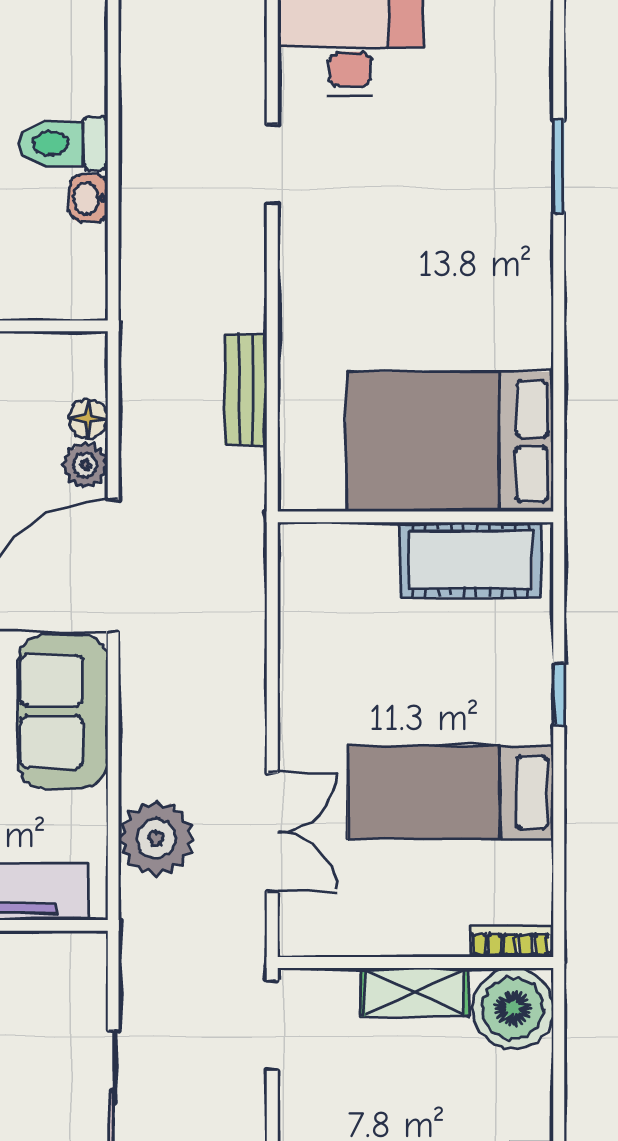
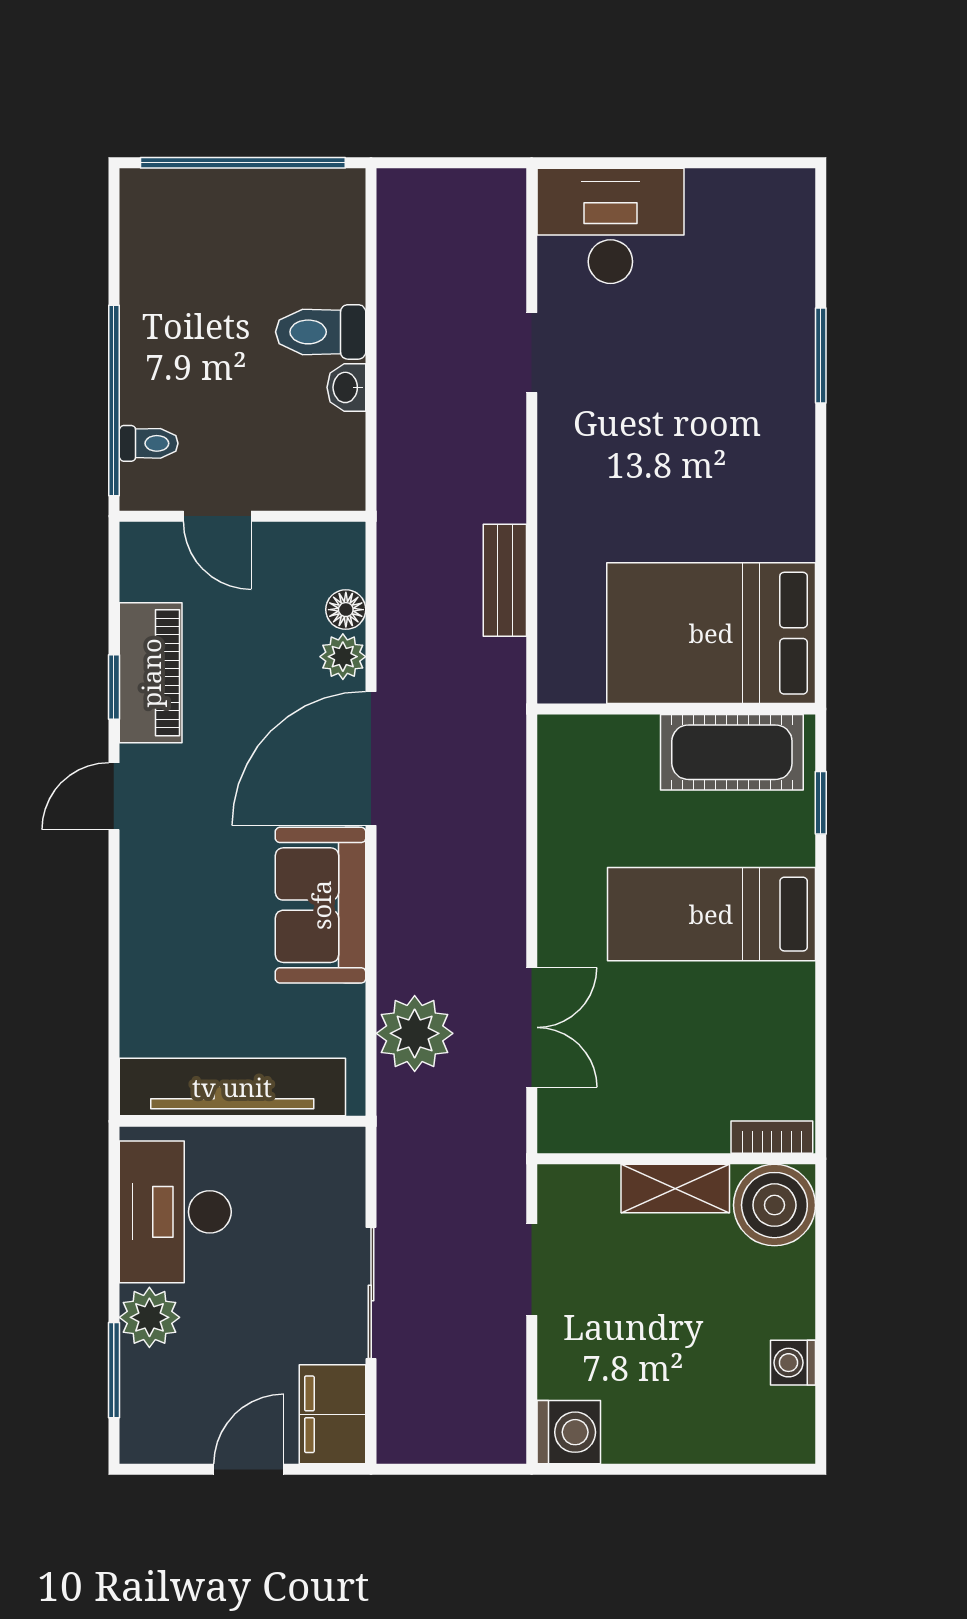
window: (559, 694) -> (821, 803), moved
bed: (450, 792) -> (711, 914), moved
doorway: (272, 1025) -> (532, 1270), moved

